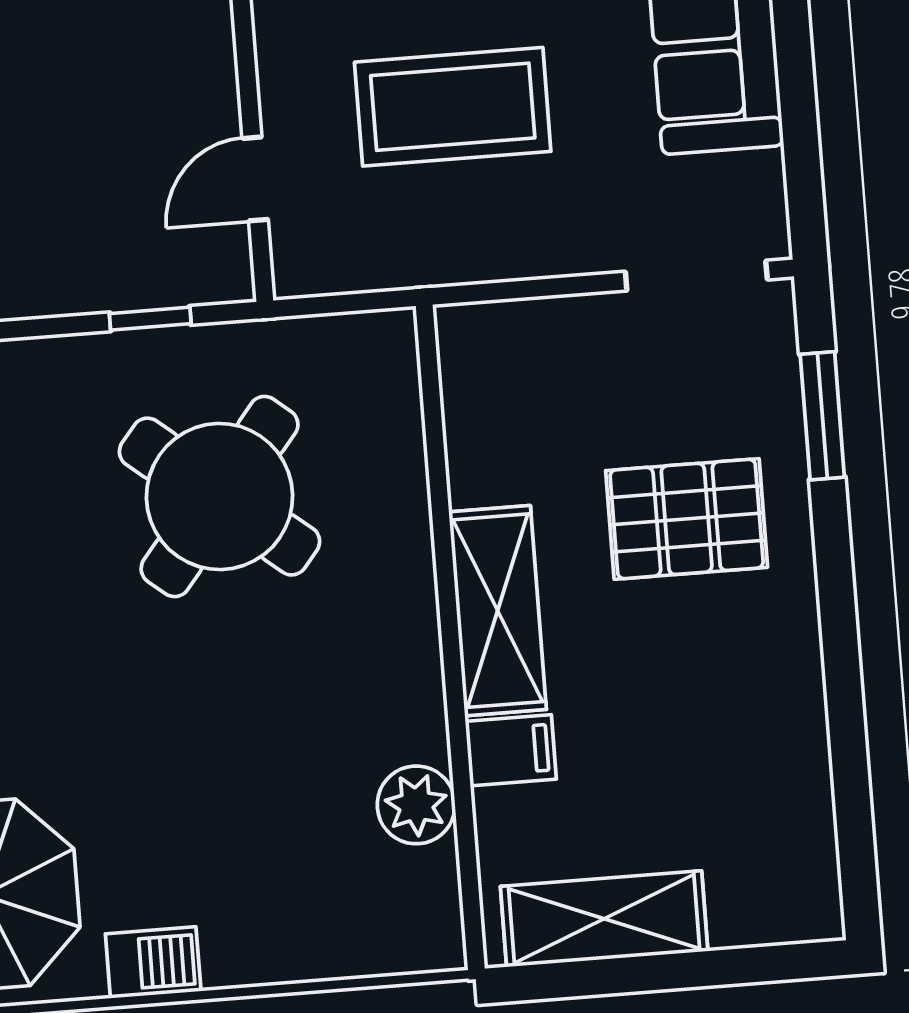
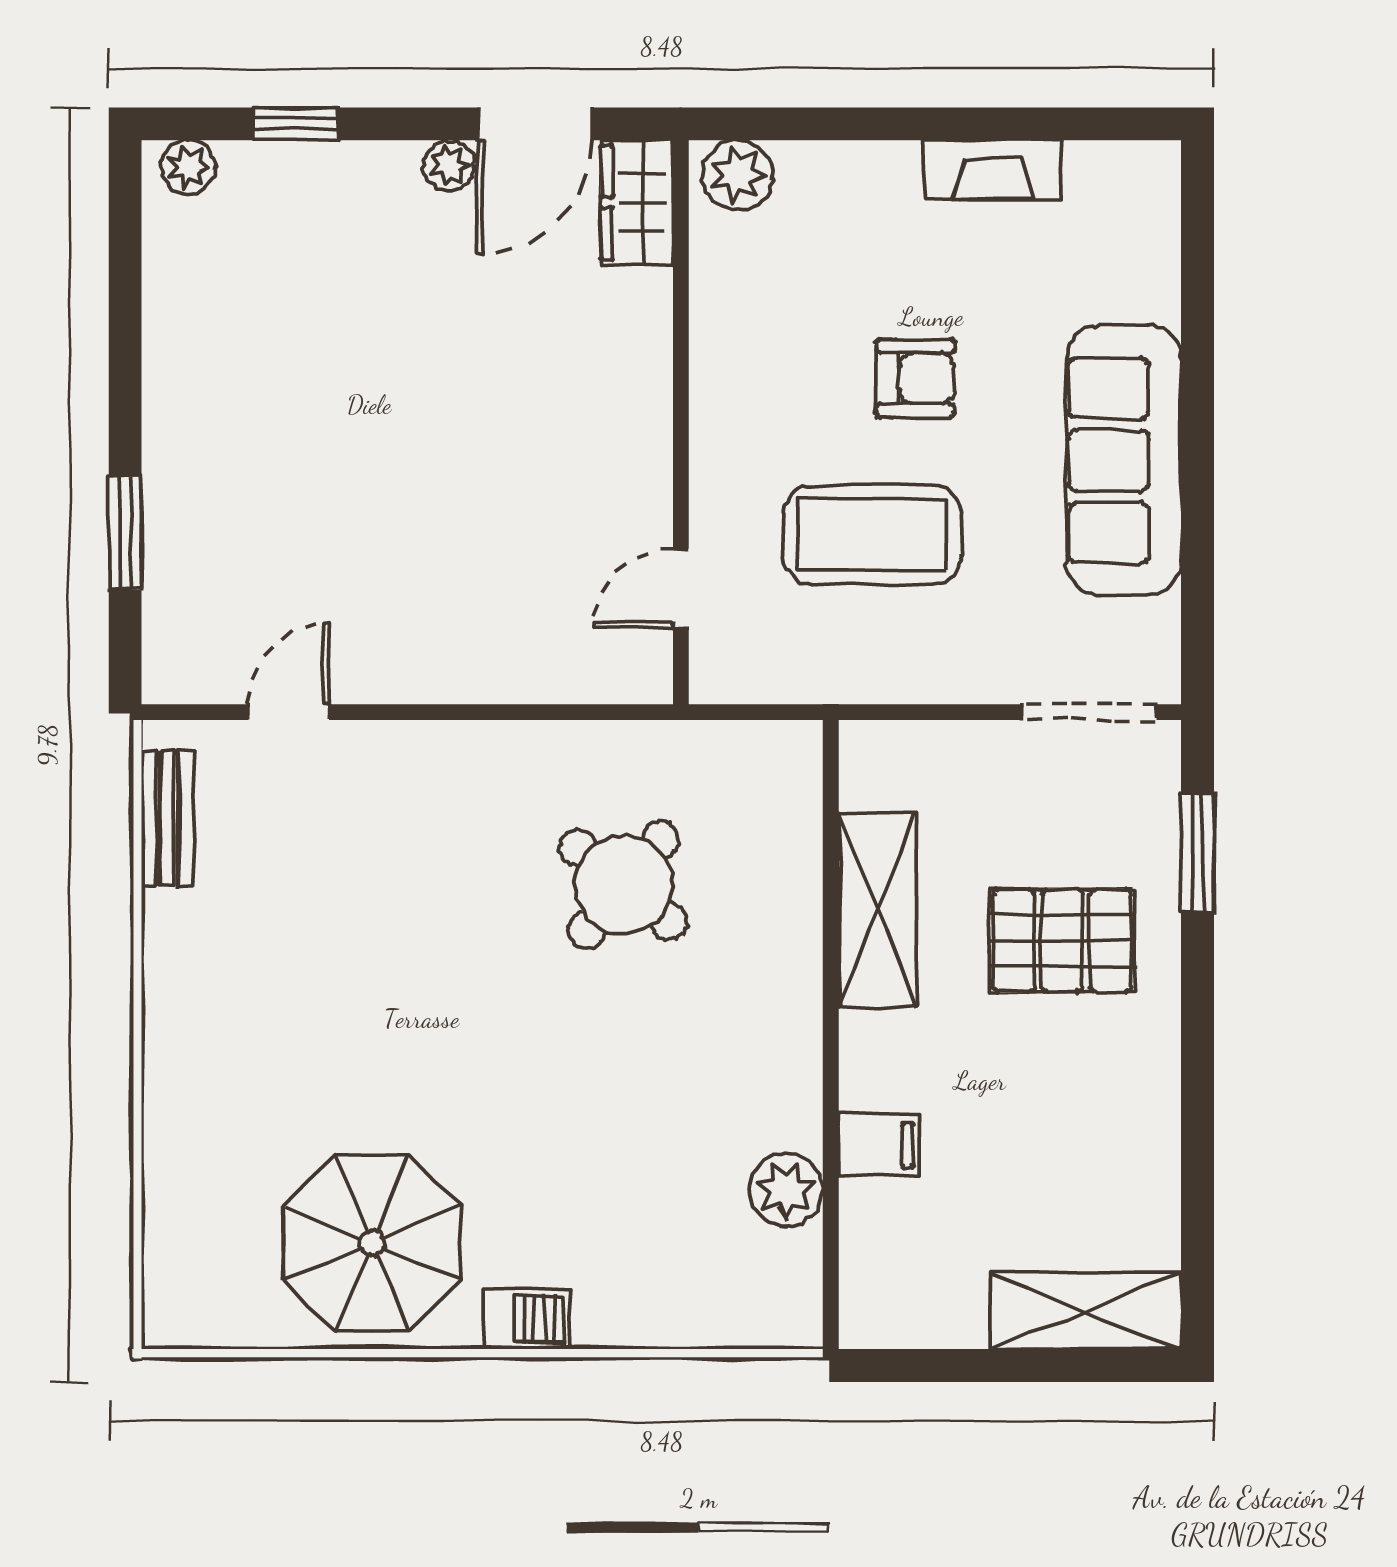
window: (150, 319) -> (572, 712), removed
round table: (220, 497) -> (624, 885), width x0.73, depth x0.73
shelving: (498, 611) -> (877, 910), moved
shelving: (604, 919) -> (1086, 1311), moved

